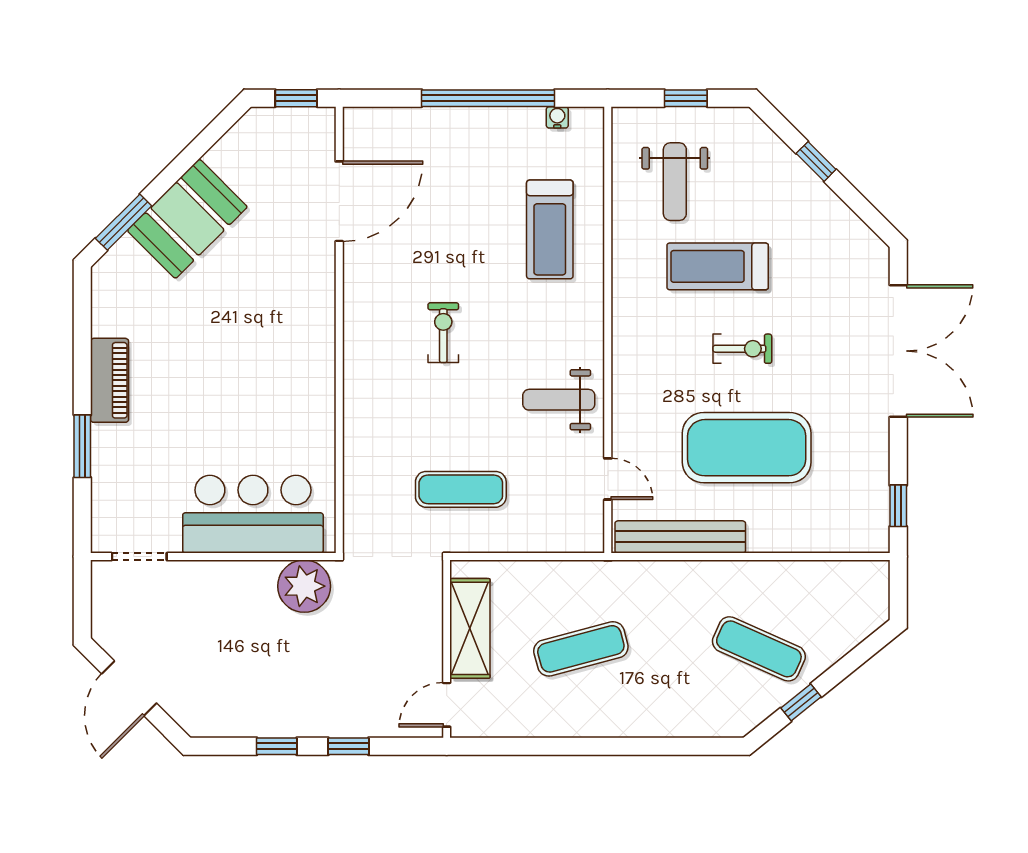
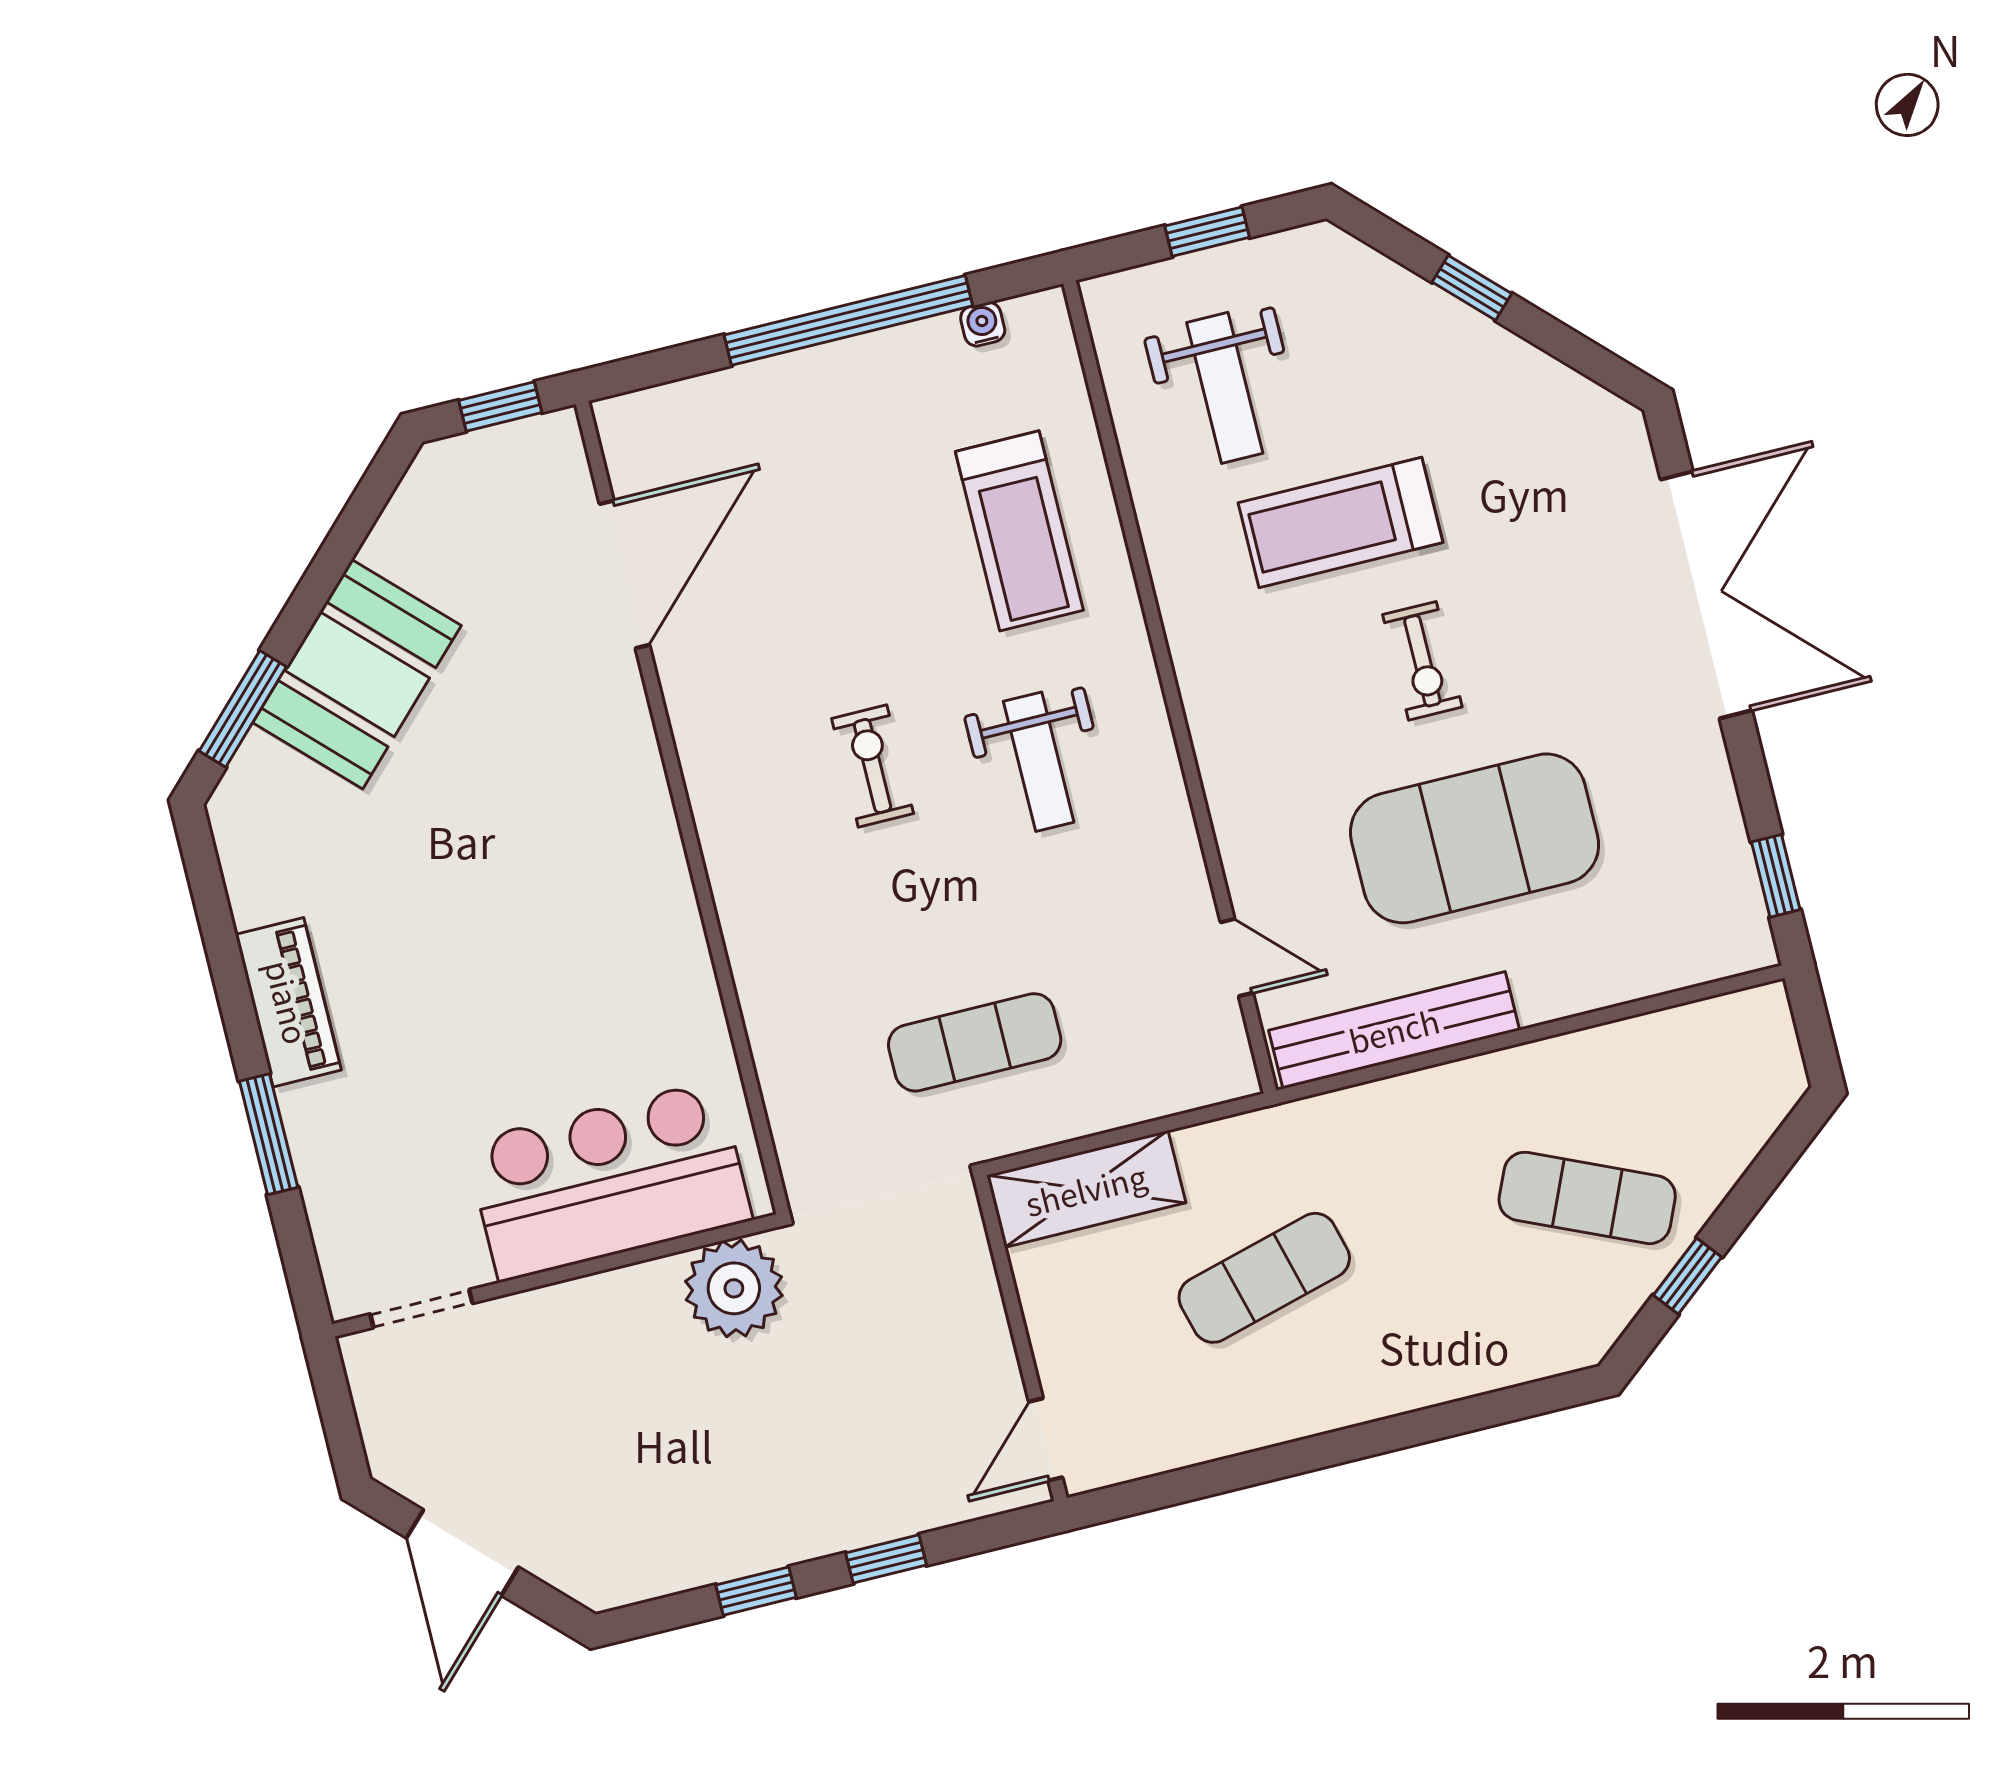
exercise bike: (742, 349) -> (1422, 661), turned 90
weight bench: (559, 400) -> (1039, 762), moved, turned -90
shelving: (470, 628) -> (1086, 1189), moved, turned 90

